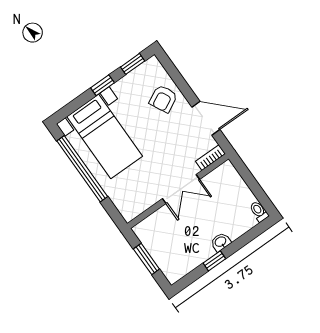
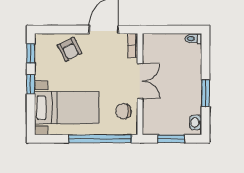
window: (82, 169) -> (100, 139), moved
chair: (140, 194) -> (124, 111), added
washbasin: (221, 242) -> (196, 122), moved
window: (214, 261) -> (205, 93), width x1.50

